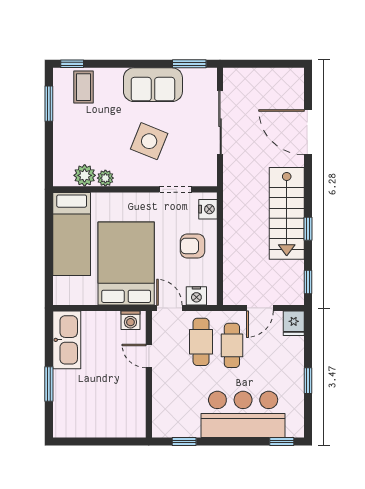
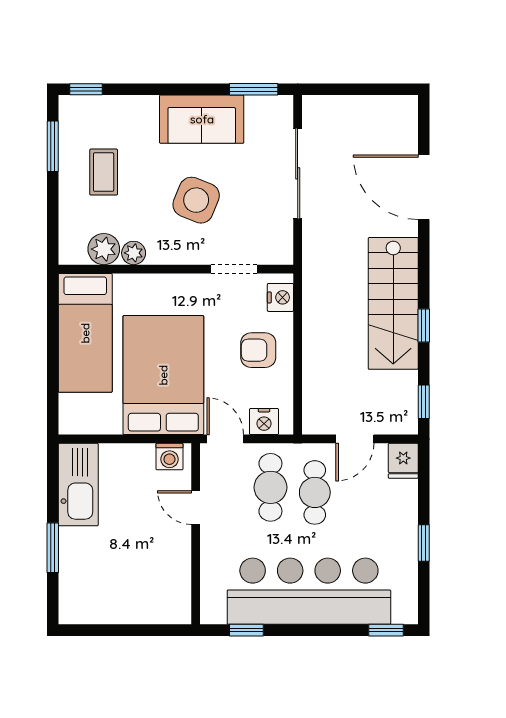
coffee table: (84, 87) -> (104, 172), moved
bar counter: (243, 414) -> (309, 591), width x1.36

